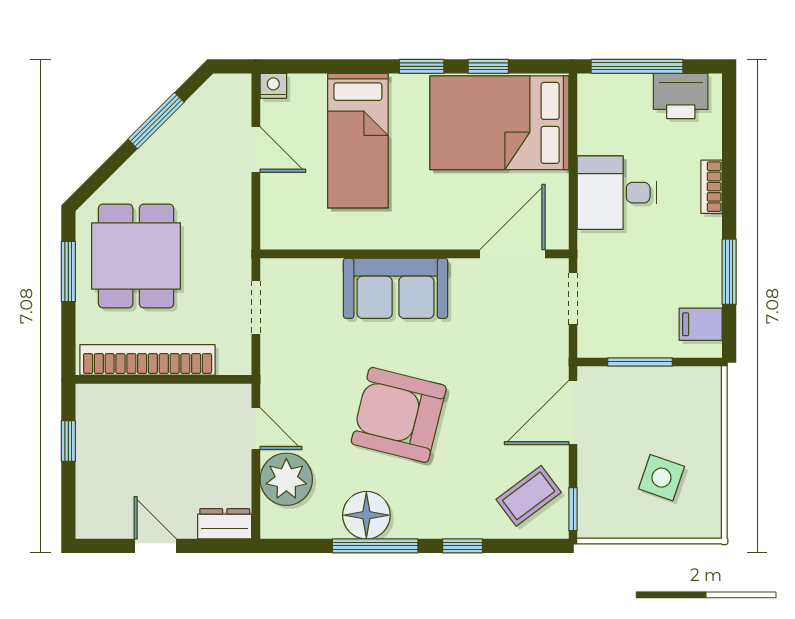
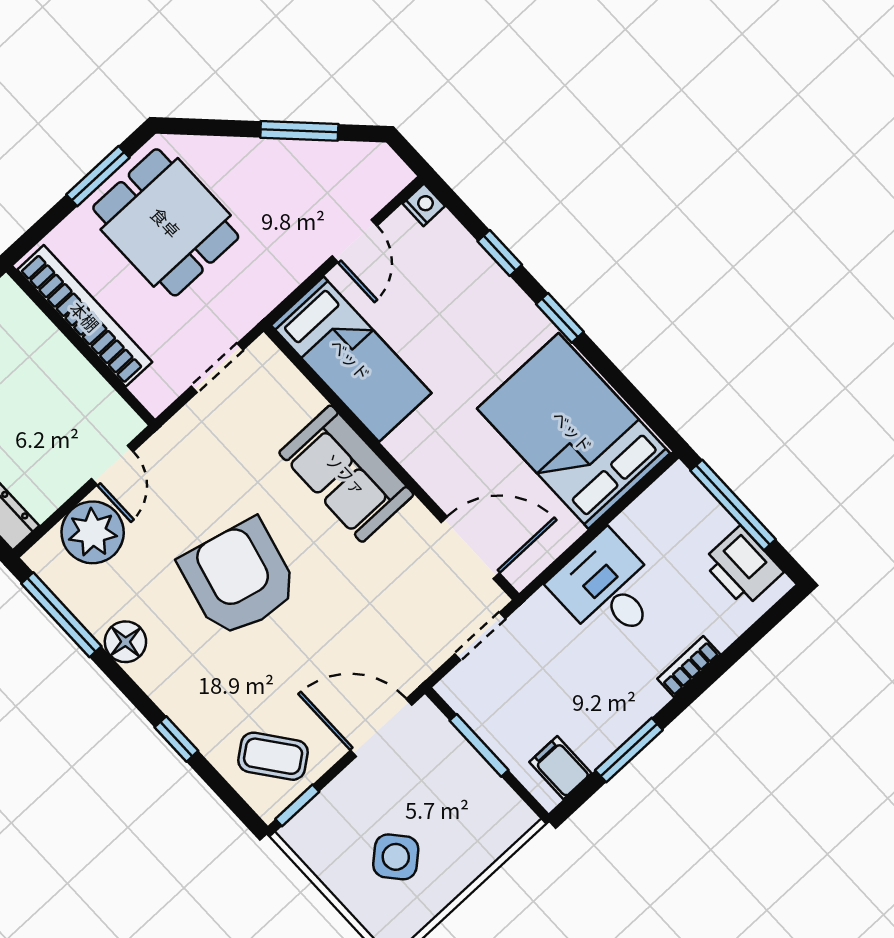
window: (488, 66) -> (500, 253), moved
bed: (358, 141) -> (351, 359), moved, turned -90
dining table: (136, 256) -> (166, 222), turned 90
side table: (661, 478) -> (396, 857), turned 30
floor lamp: (366, 515) -> (125, 642), width x0.73, depth x0.73
window: (375, 546) -> (61, 615), moved

